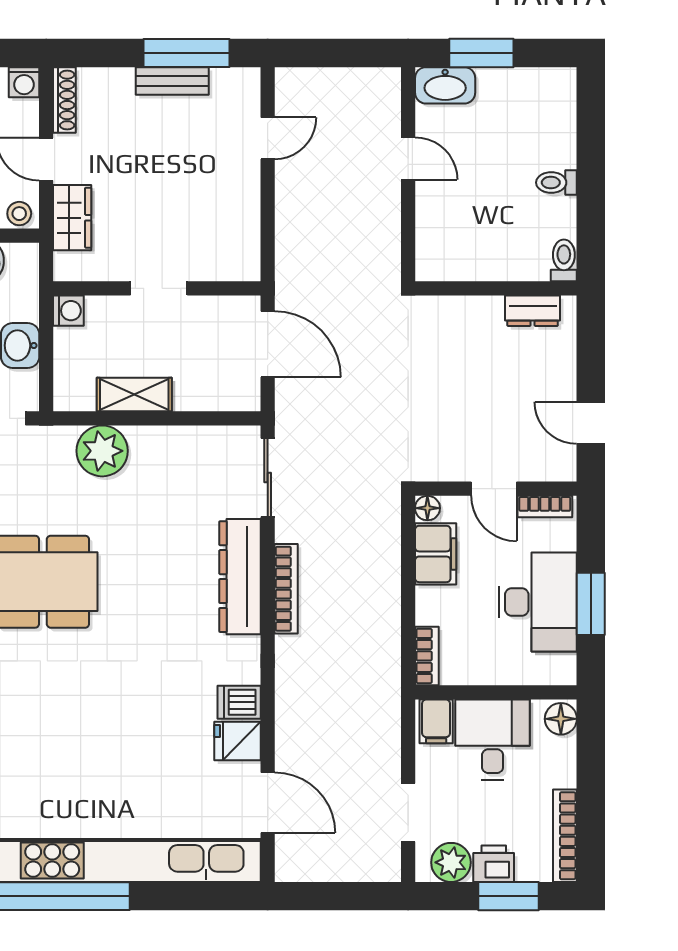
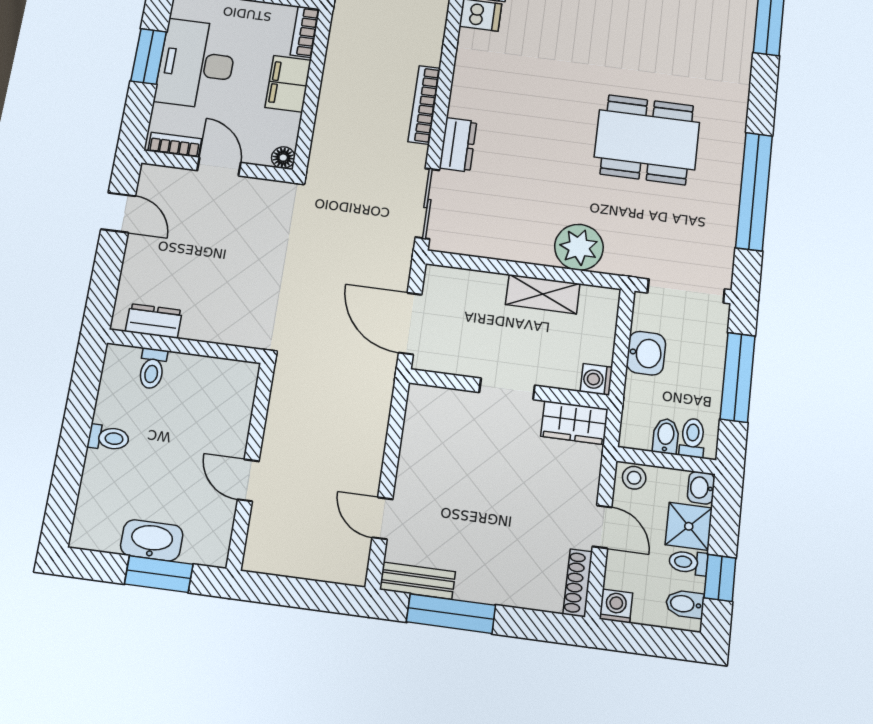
bench: (172, 81) -> (418, 581), moved
washbasin: (445, 85) -> (152, 540), moved
door: (268, 138) -> (382, 518), hinge flipped
wardrobe: (72, 218) -> (574, 423), moved, turned -90
toilet: (564, 260) -> (152, 369), moved
filing cabinet: (436, 554) -> (288, 84), moved
dresser: (240, 577) -> (458, 145), width x0.51, depth x0.80

